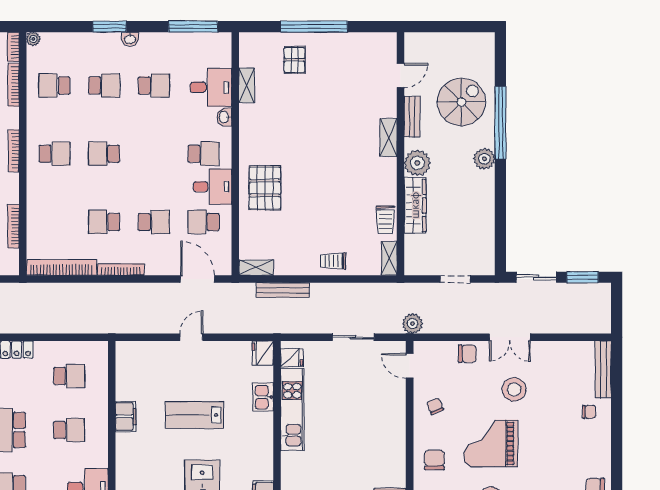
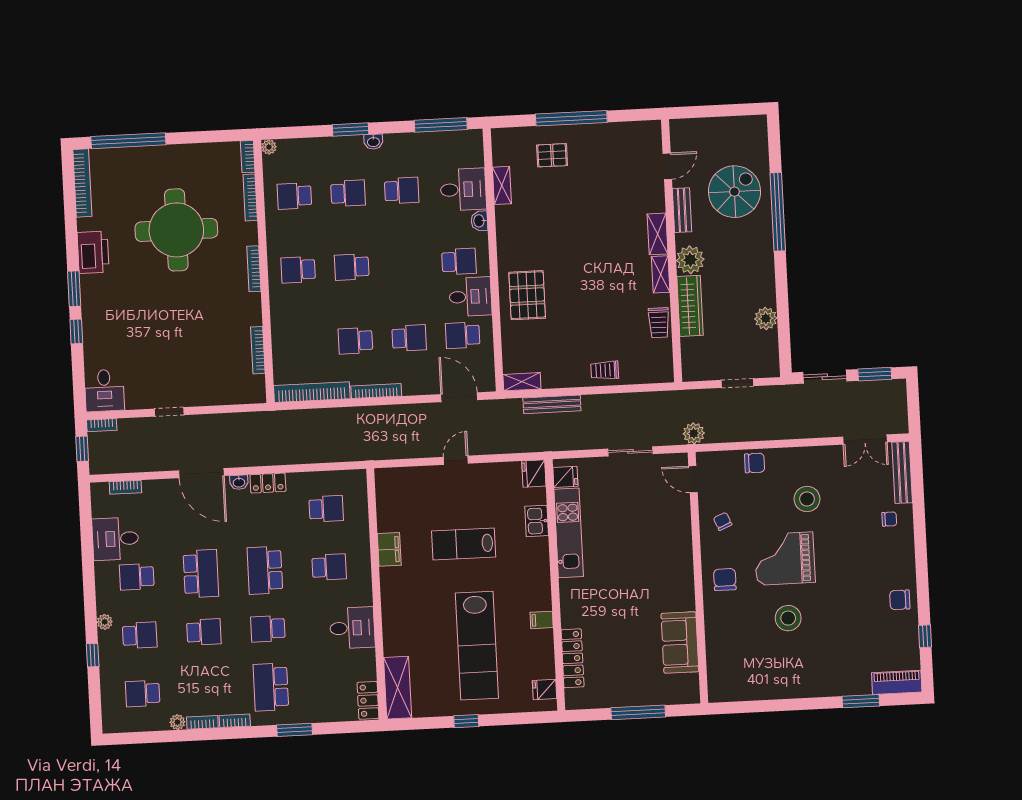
pallet: (295, 60) -> (552, 155), turned 90
school desk: (55, 154) -> (298, 270), turned 180
plant: (484, 159) -> (766, 318), moved
shelving: (389, 258) -> (661, 274), moved
double door: (510, 337) -> (865, 439), moved

